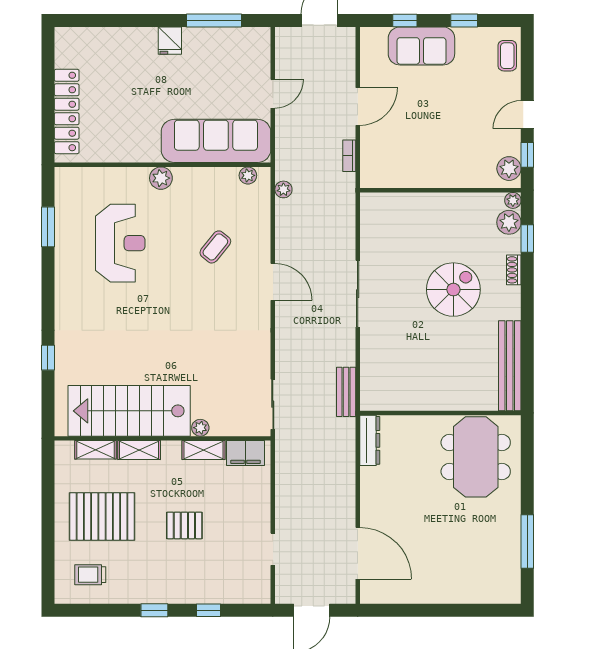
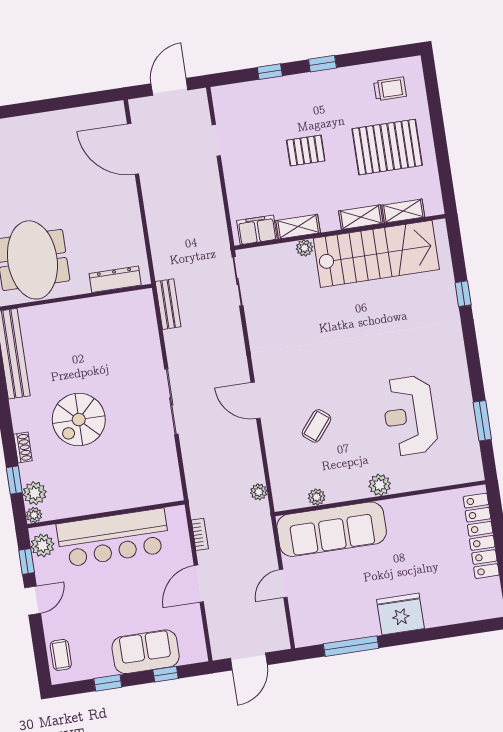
fridge: (170, 41) -> (400, 614), width x1.88, depth x1.34
bar counter: (437, 165) -> (113, 538), added
plant: (248, 175) -> (317, 497), moved
dresser: (370, 440) -> (115, 279), moved, turned 90

